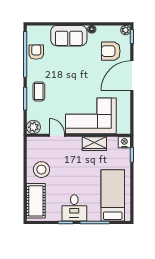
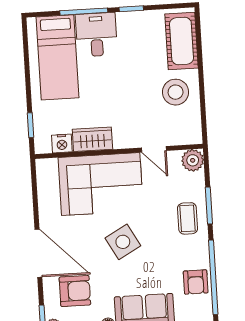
door: (132, 76) -> (38, 253), hinge flipped
side table: (80, 79) -> (123, 242), added
nightstand: (124, 142) -> (62, 143), moved
desk: (74, 208) -> (96, 35), moved

